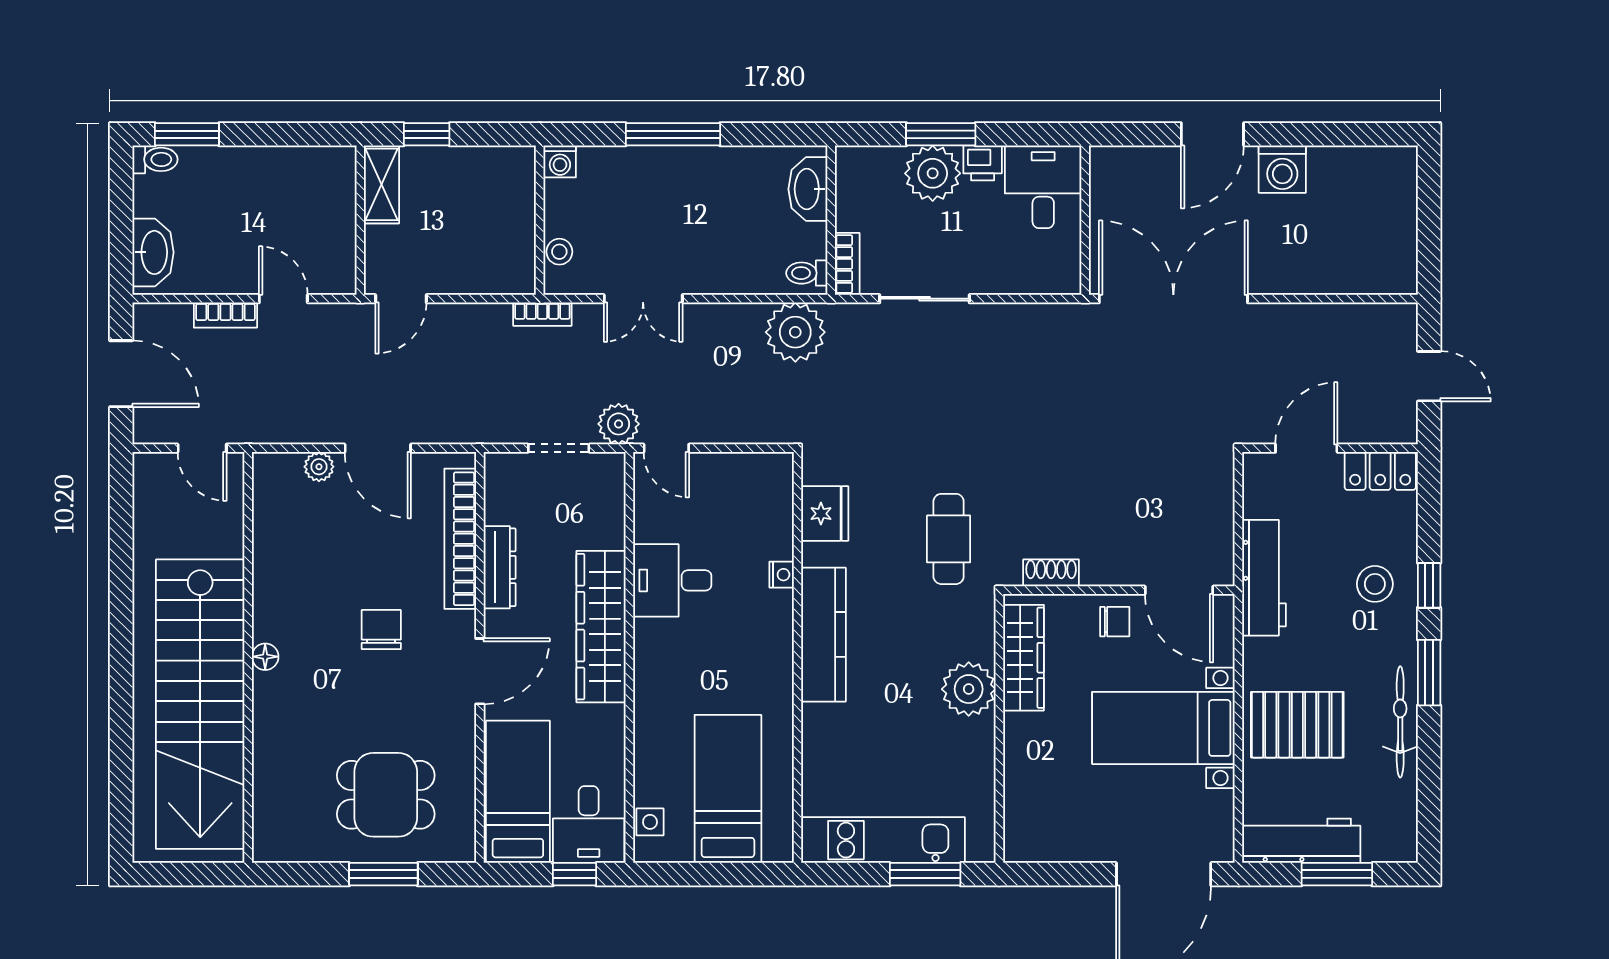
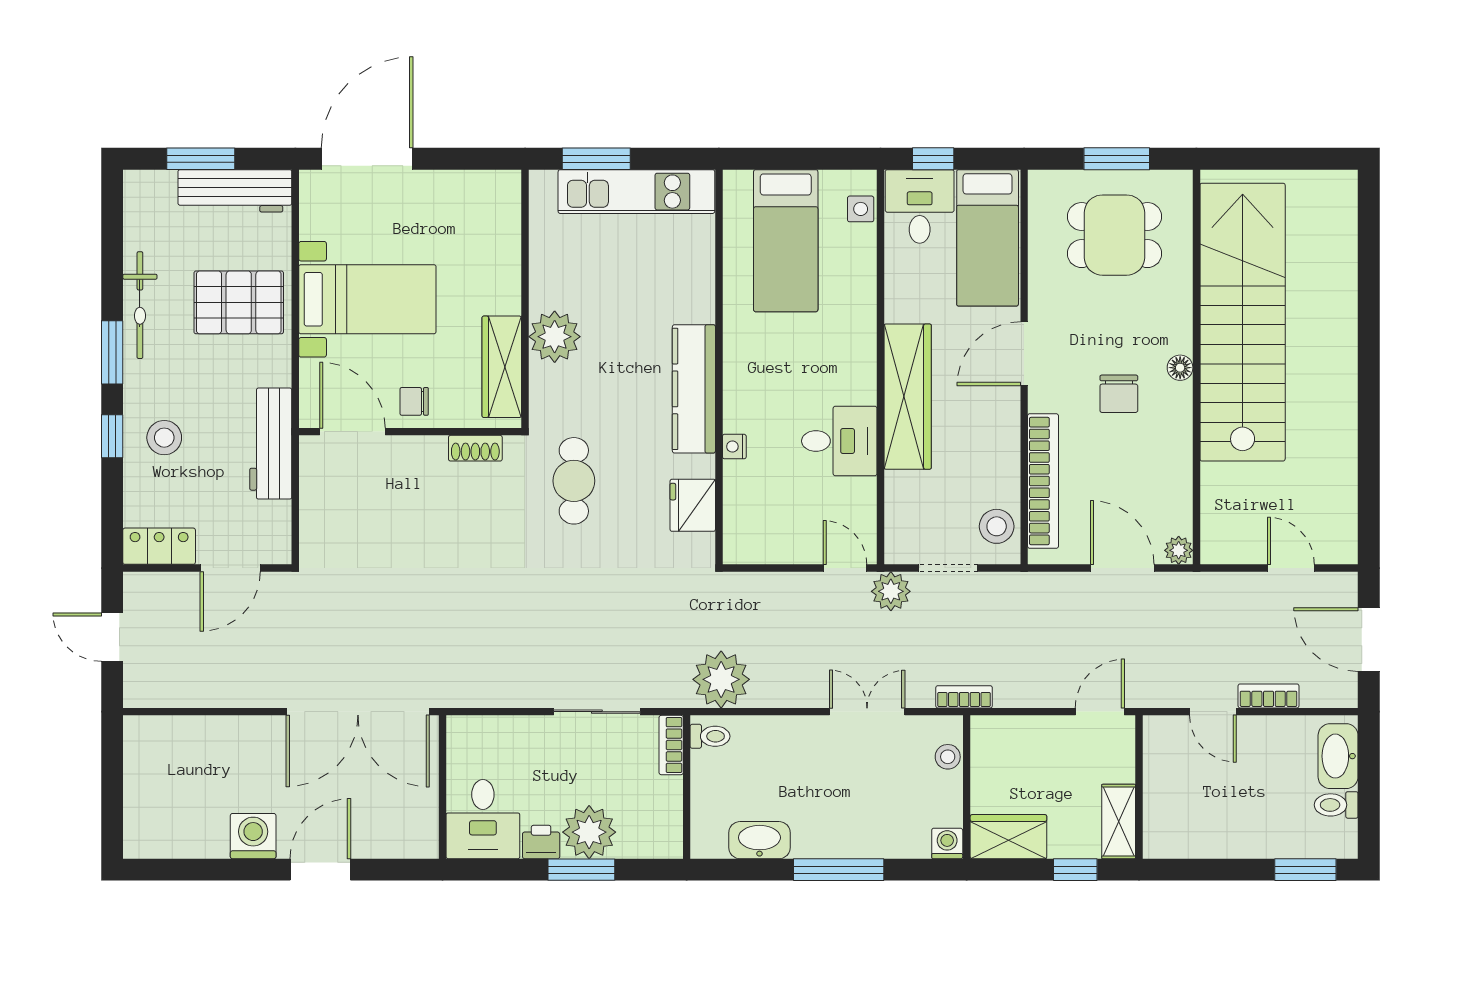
toilet: (155, 159) -> (1336, 805), moved
wardrobe: (496, 169) -> (1008, 837), added
washbasin: (808, 189) -> (759, 840), moved, turned -90
stool: (508, 492) -> (997, 526), added
dresser: (500, 567) -> (1005, 454), removed
wall: (248, 657) -> (1196, 367), moved
floor lamp: (265, 657) -> (1180, 368), moved
stairs: (200, 704) -> (1243, 322), moved

